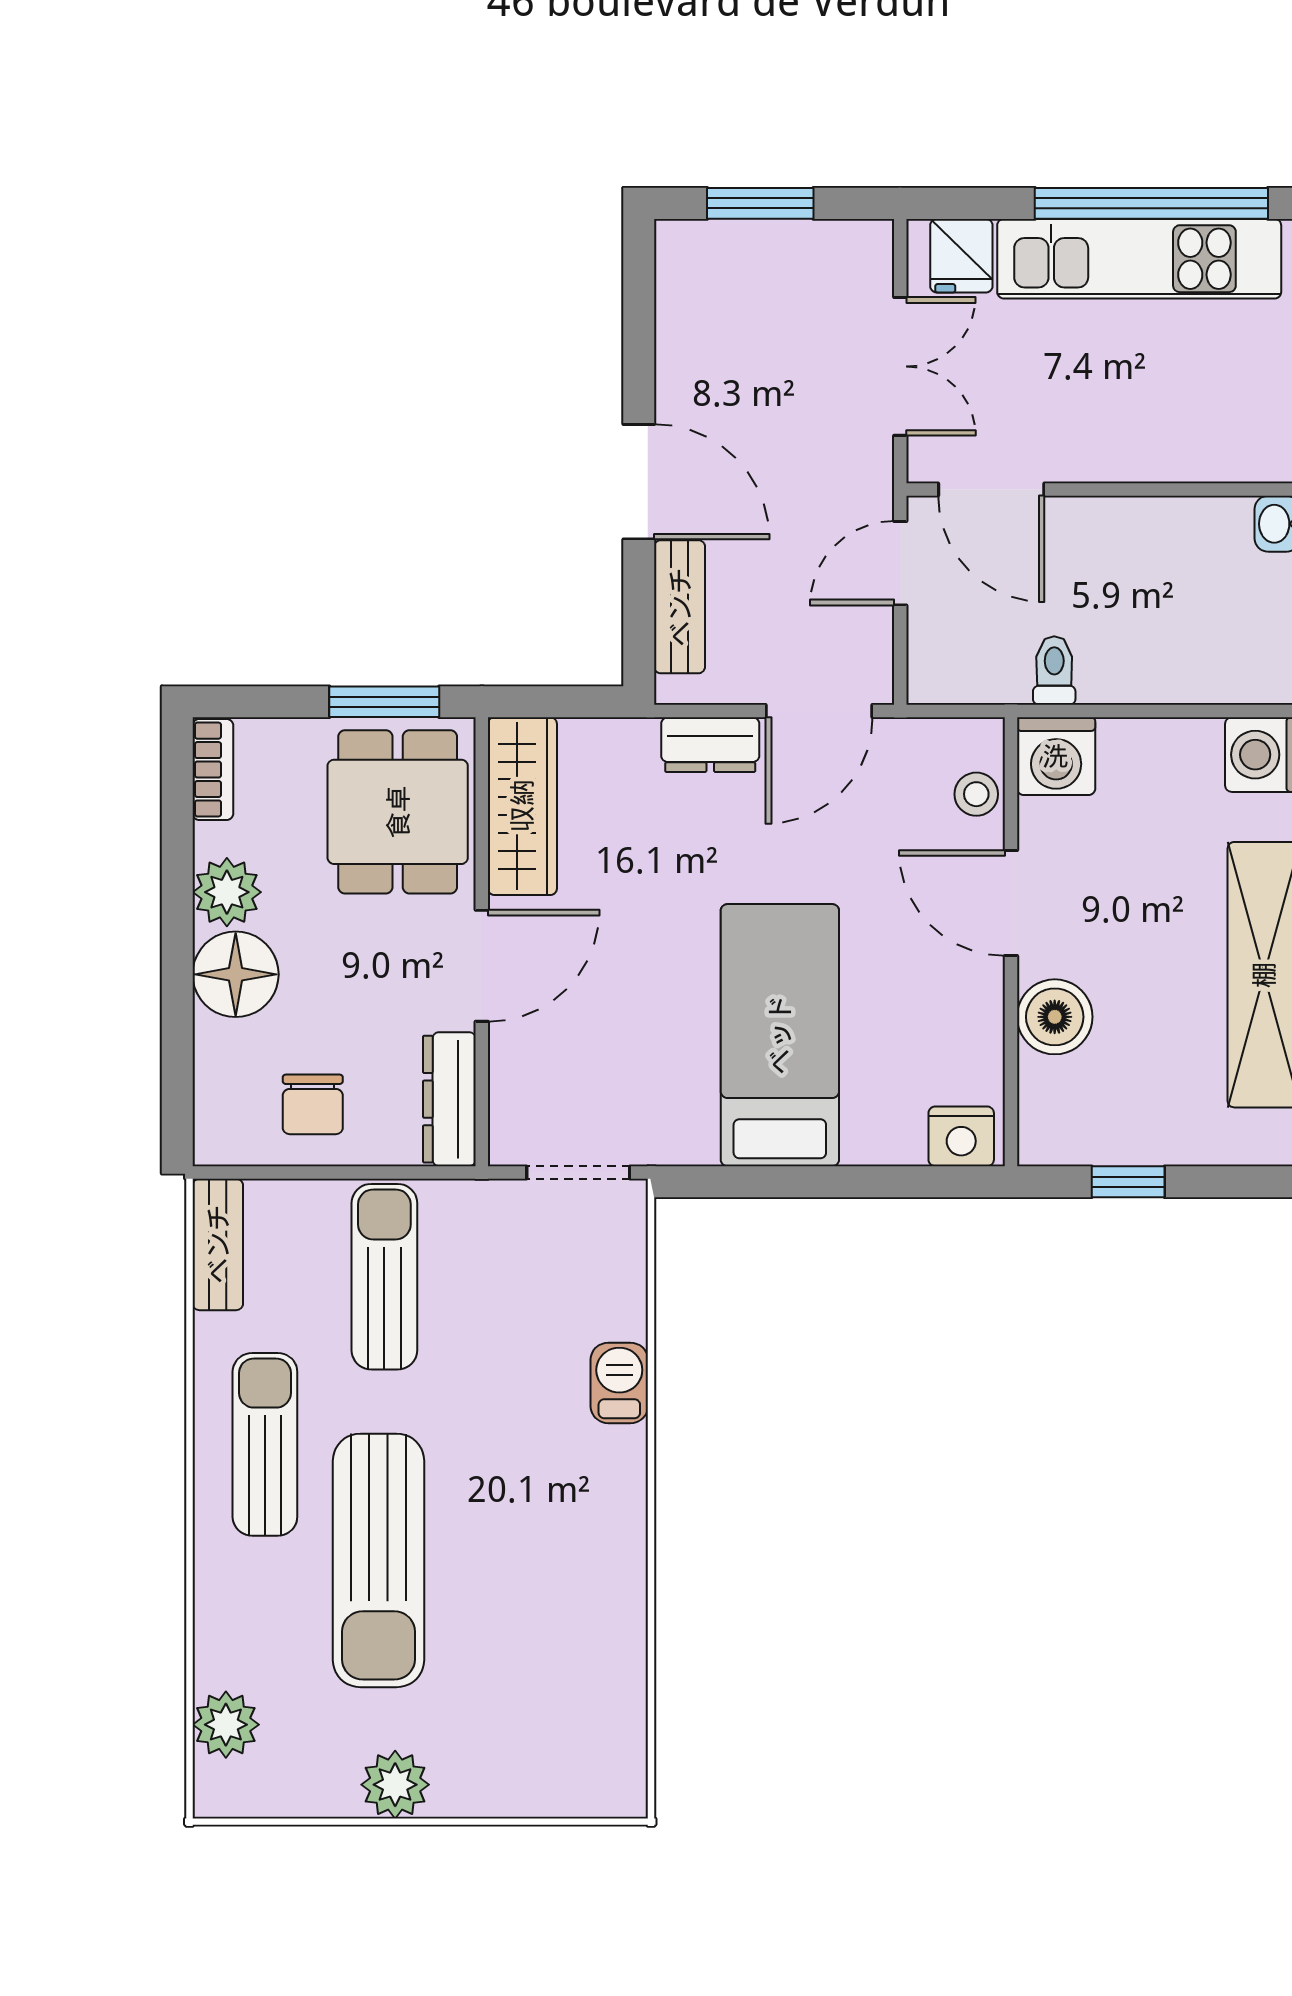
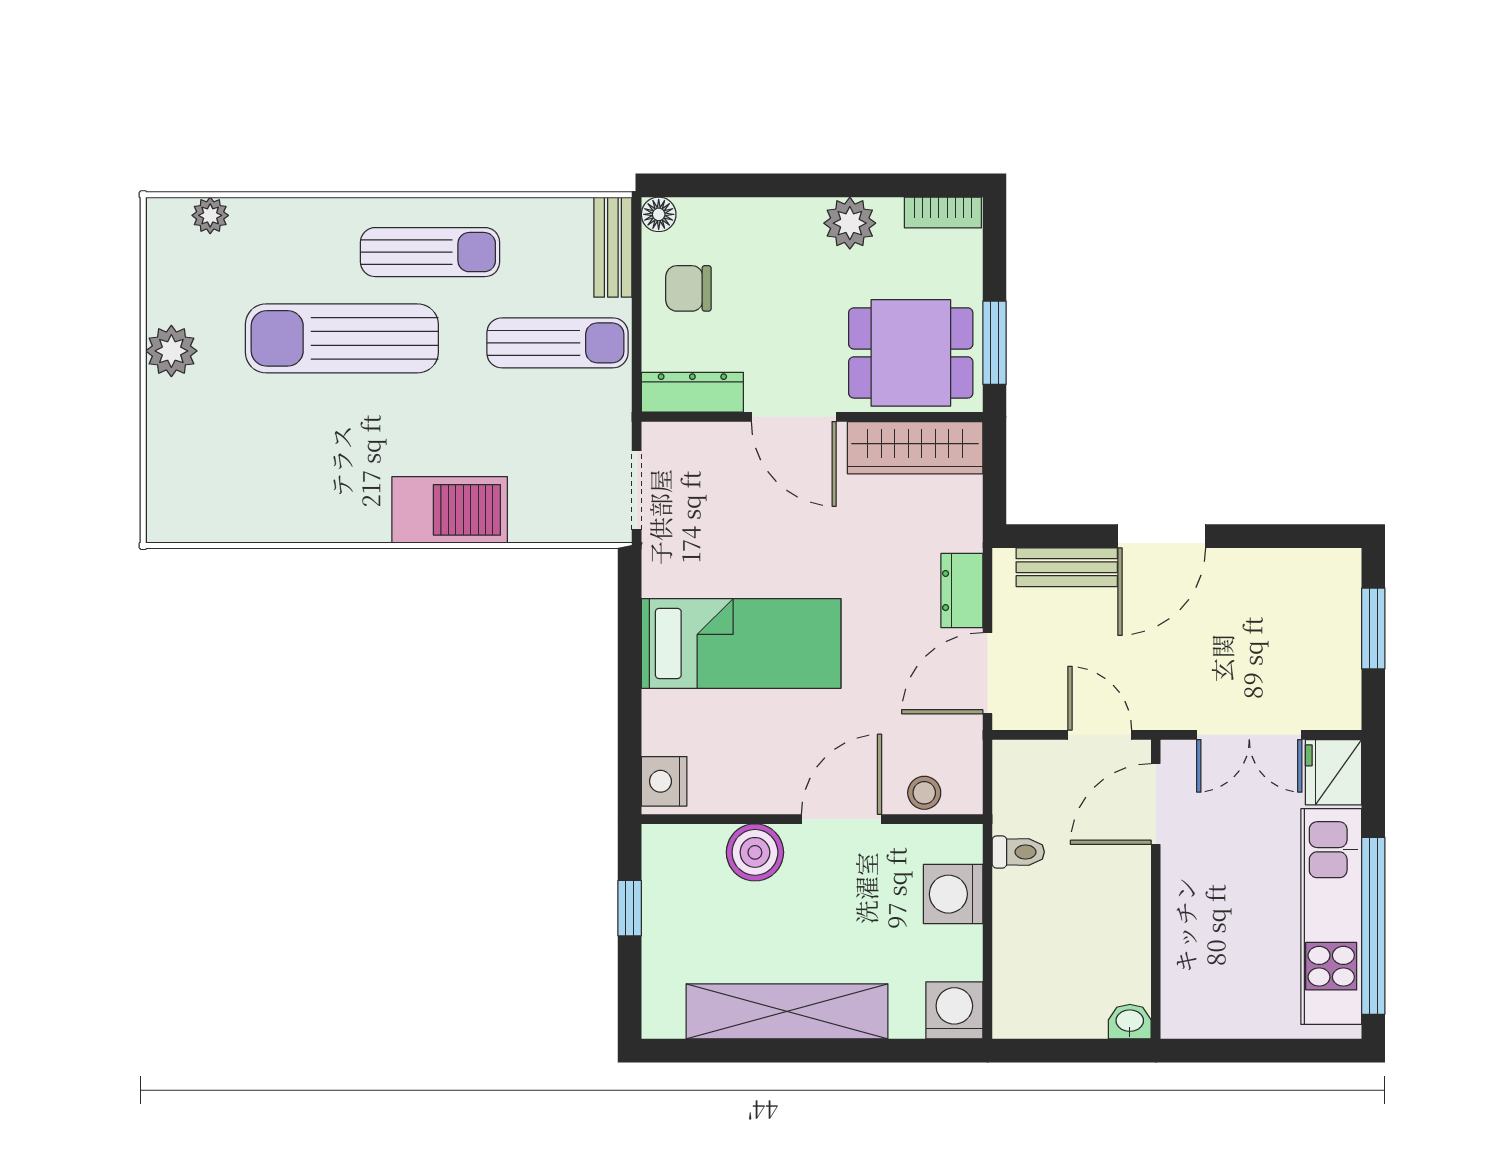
fridge: (961, 256) -> (1333, 772), width x1.38
door: (819, 711) -> (987, 673), hinge flipped
washing machine: (1056, 756) -> (953, 894), moved
floor lamp: (236, 974) -> (659, 214), moved, width x0.53, depth x0.53
bench: (218, 1244) -> (613, 247), moved, turned 90
barbecue: (619, 1383) -> (450, 510), width x1.88, depth x1.53
plant: (226, 1725) -> (210, 215), width x0.73, depth x0.73

